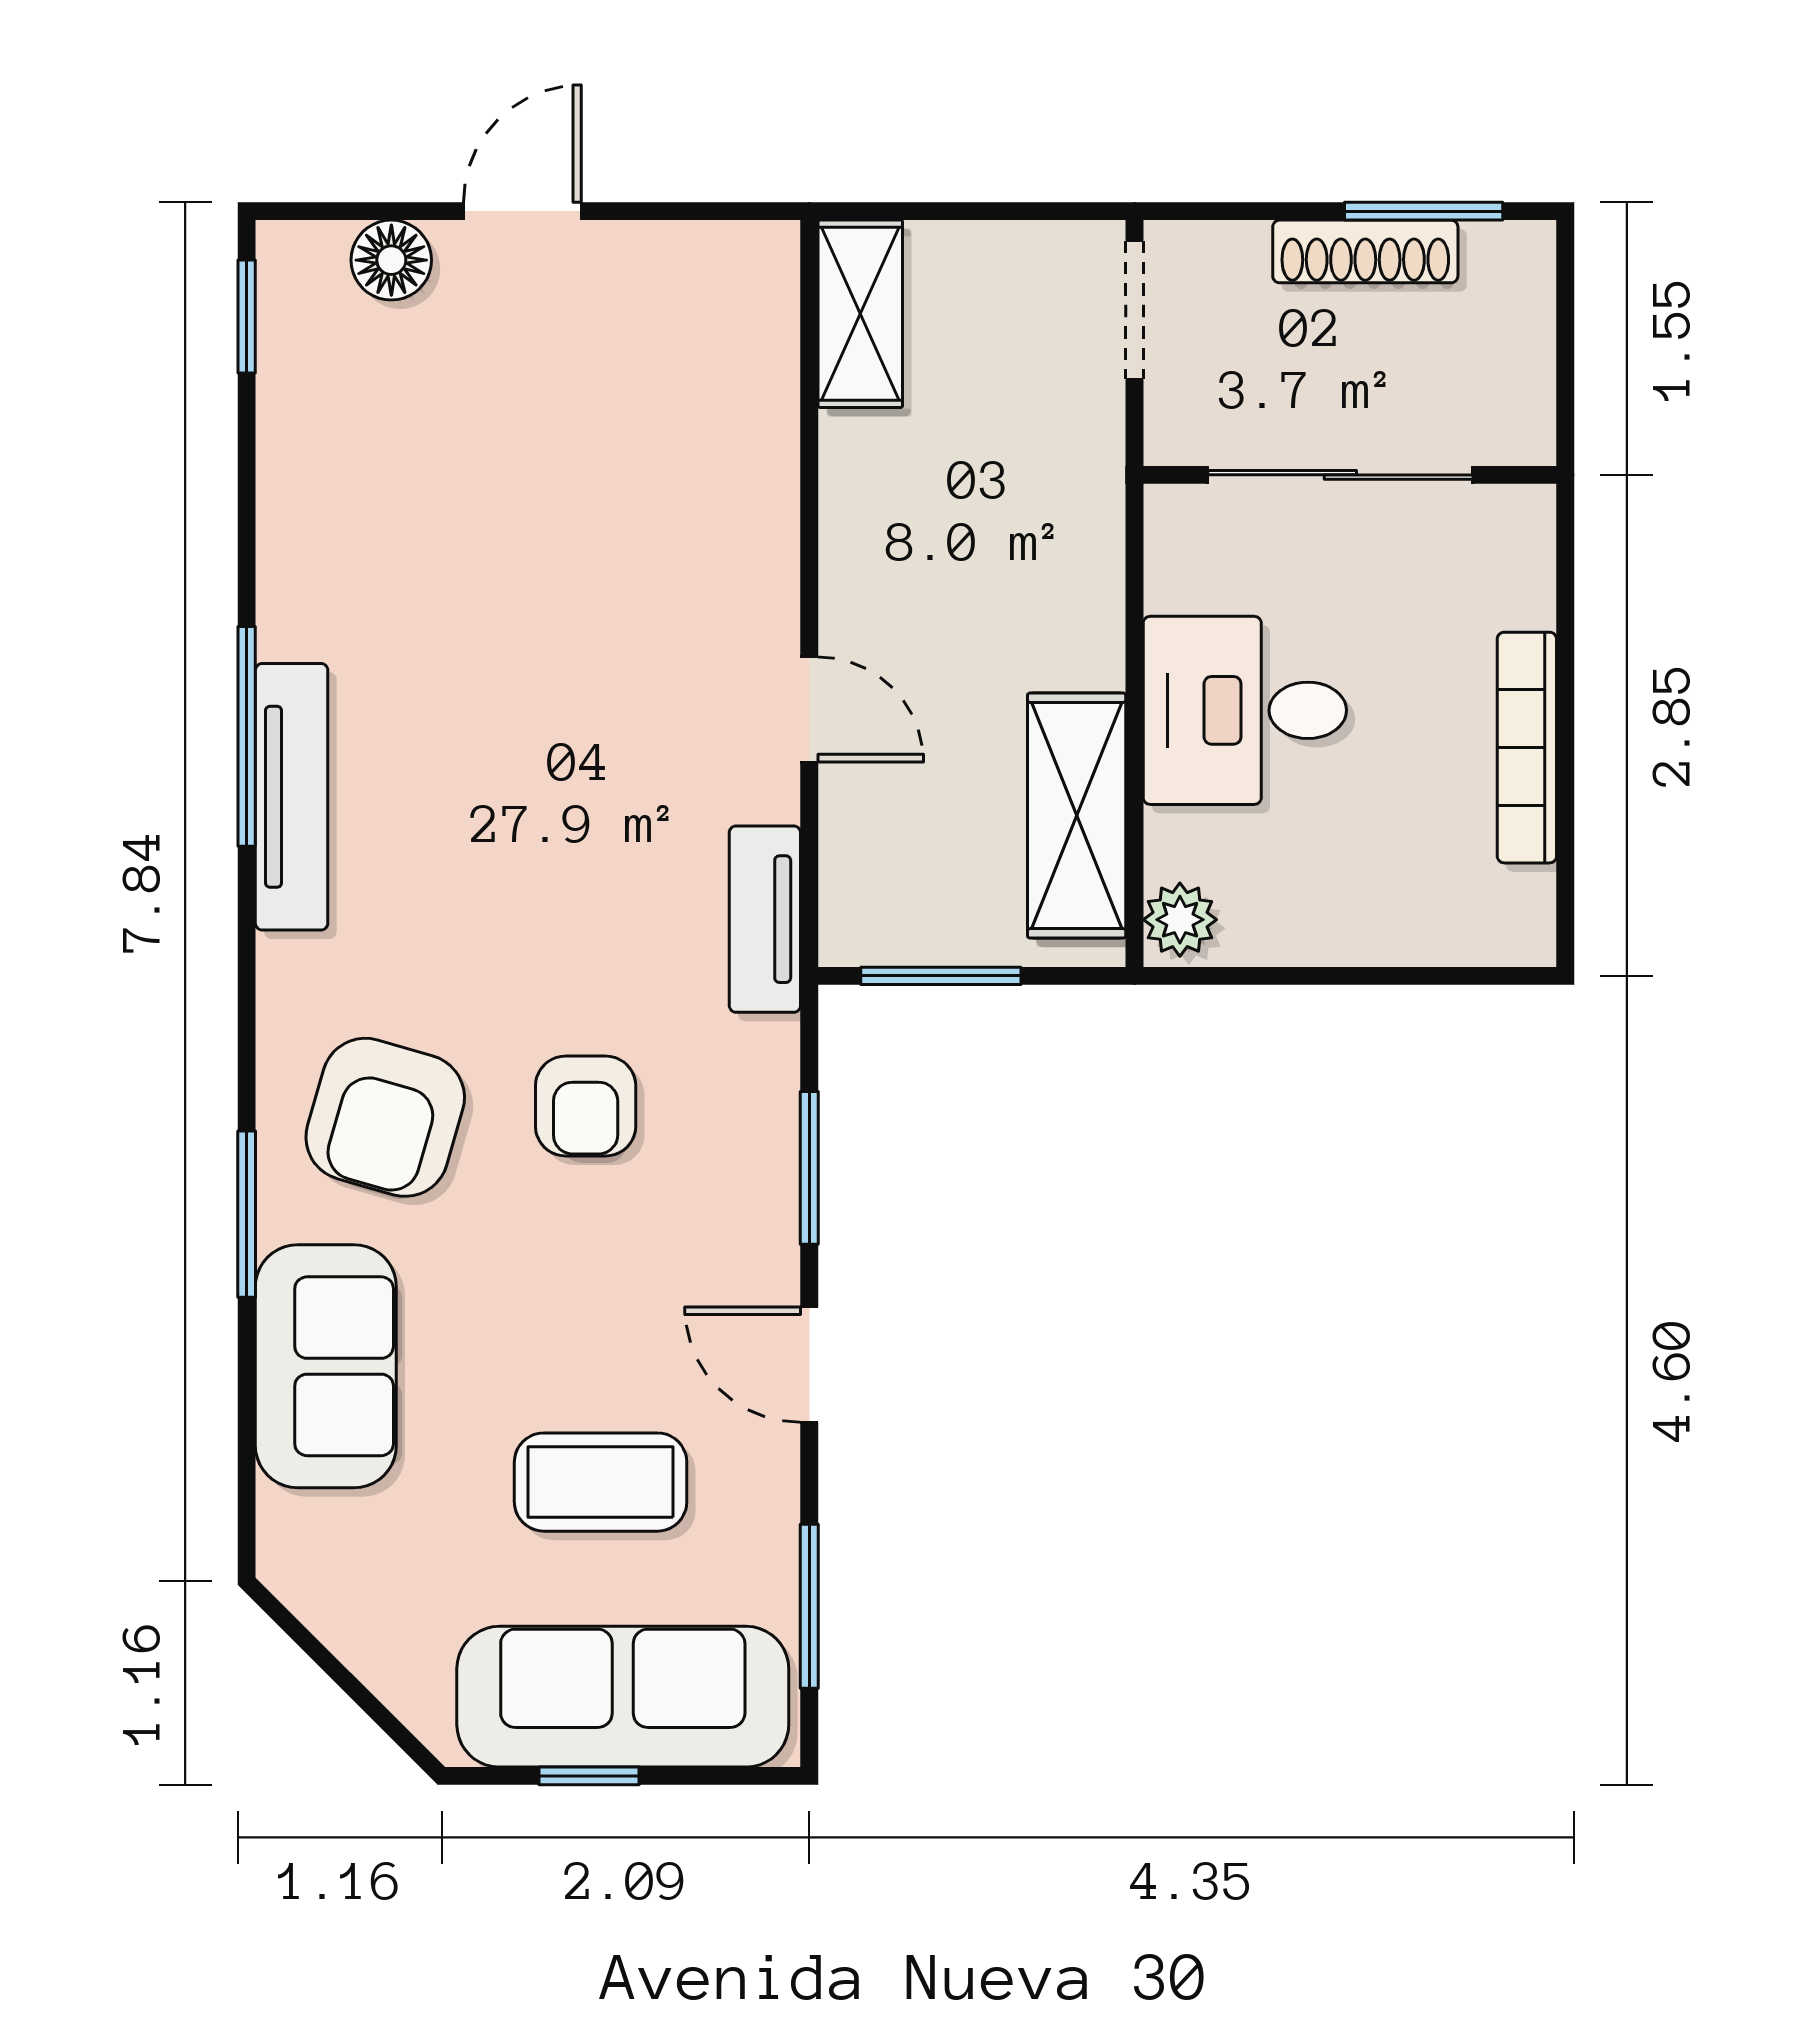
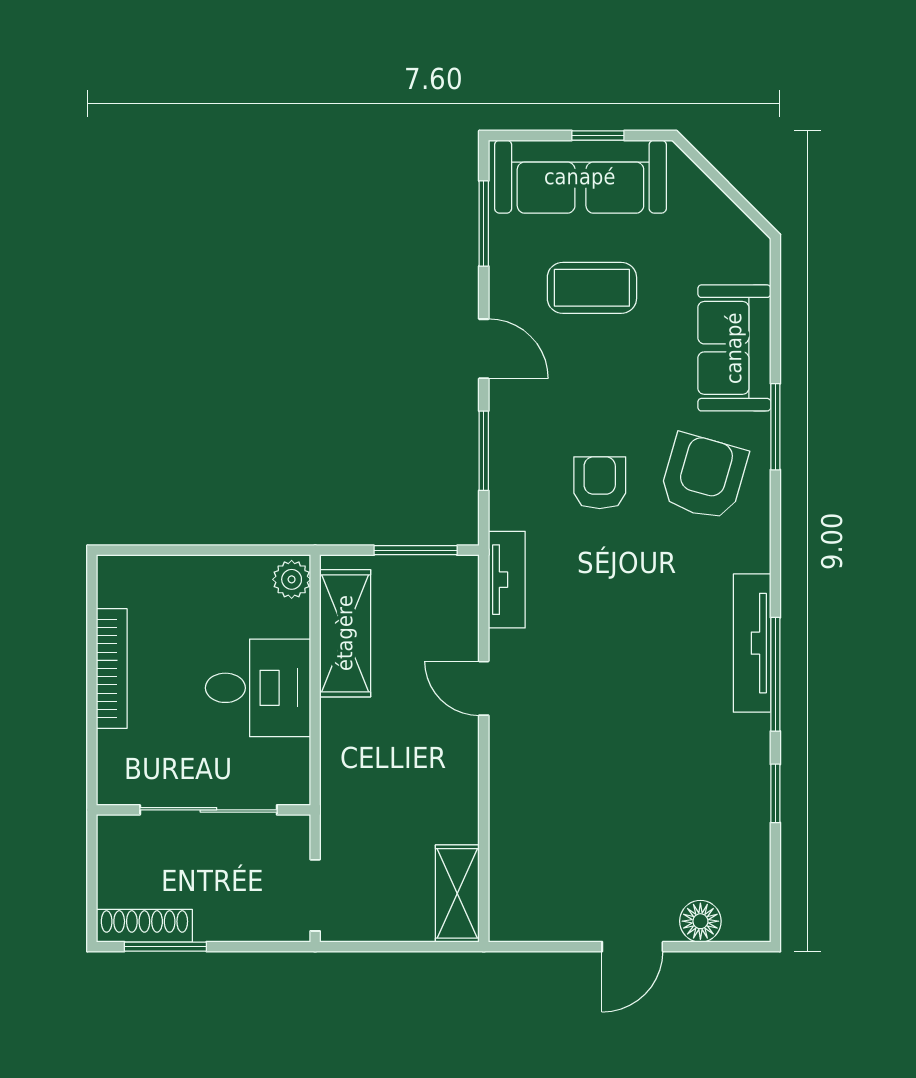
shoe rack: (1365, 251) -> (144, 926), moved
window: (247, 316) -> (775, 793), moved

